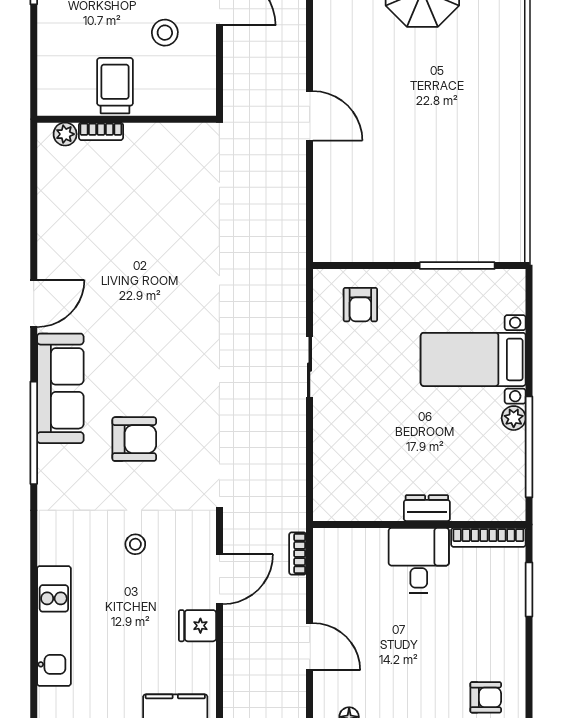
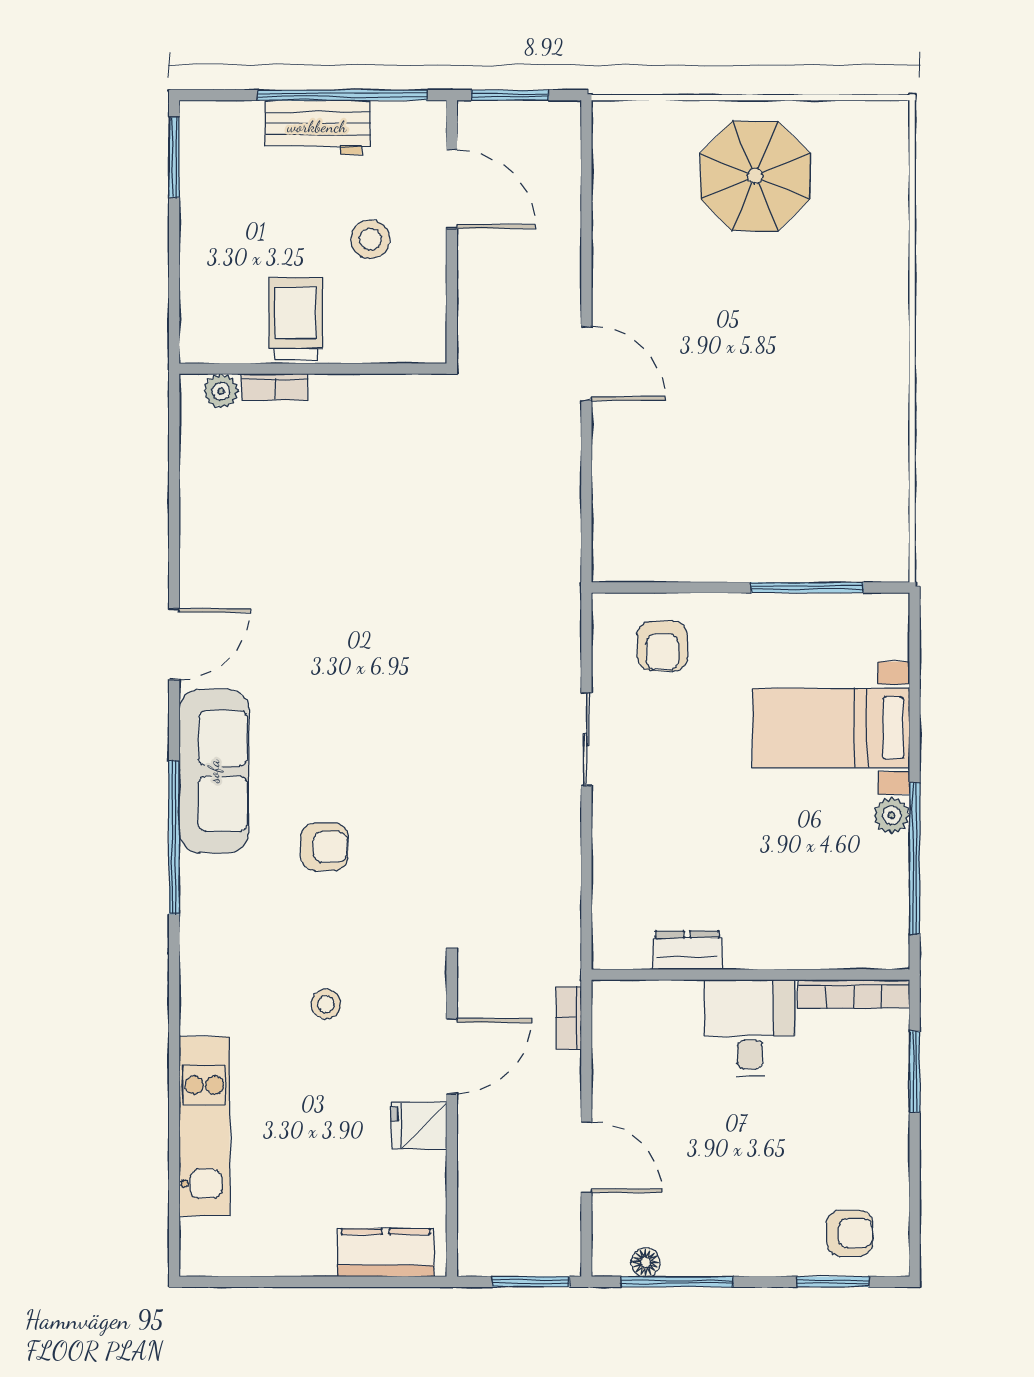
armchair: (134, 439) -> (324, 847), width x0.72, depth x0.72
dresser: (427, 508) -> (687, 950), moved

